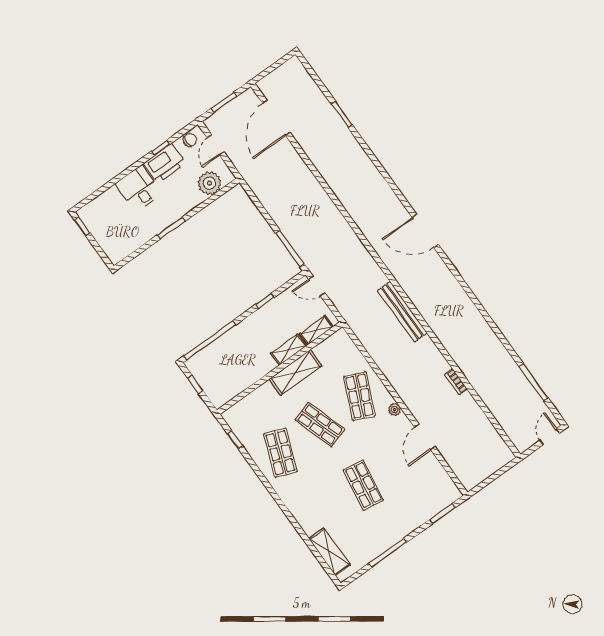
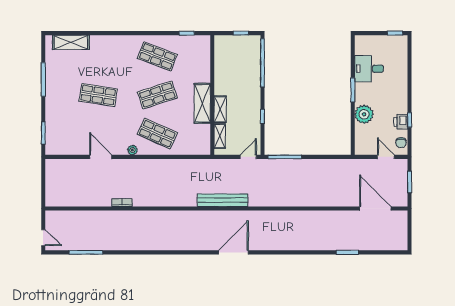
printer: (164, 163) -> (401, 122), width x0.53, depth x0.68
plant: (209, 183) -> (364, 114), moved
desk: (139, 189) -> (369, 69), moved, turned 180
bench: (402, 312) -> (223, 200), moved

